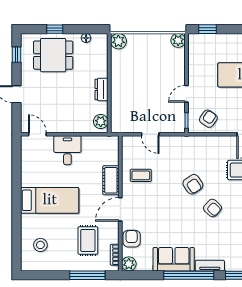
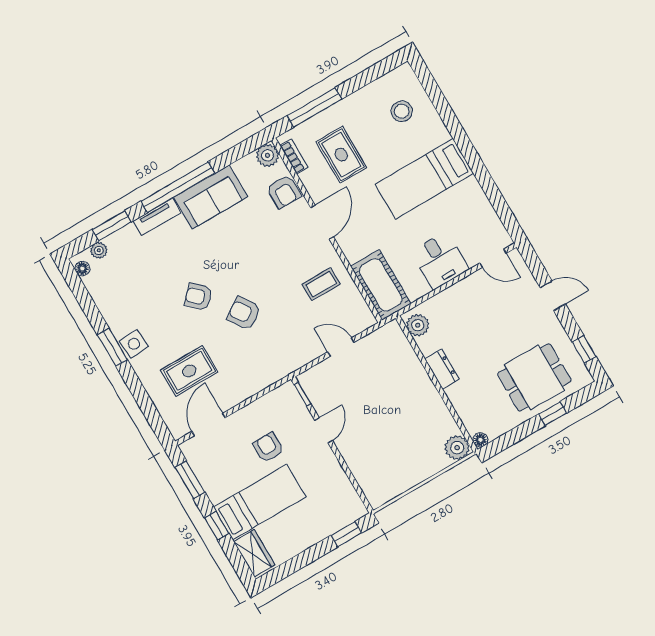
floor lamp: (86, 38) -> (480, 440), moved
plant: (178, 40) -> (377, 496), removed
armchair: (208, 119) -> (268, 448), moved, turned 146
cot: (111, 180) -> (381, 285), moved, width x1.37, depth x1.34

